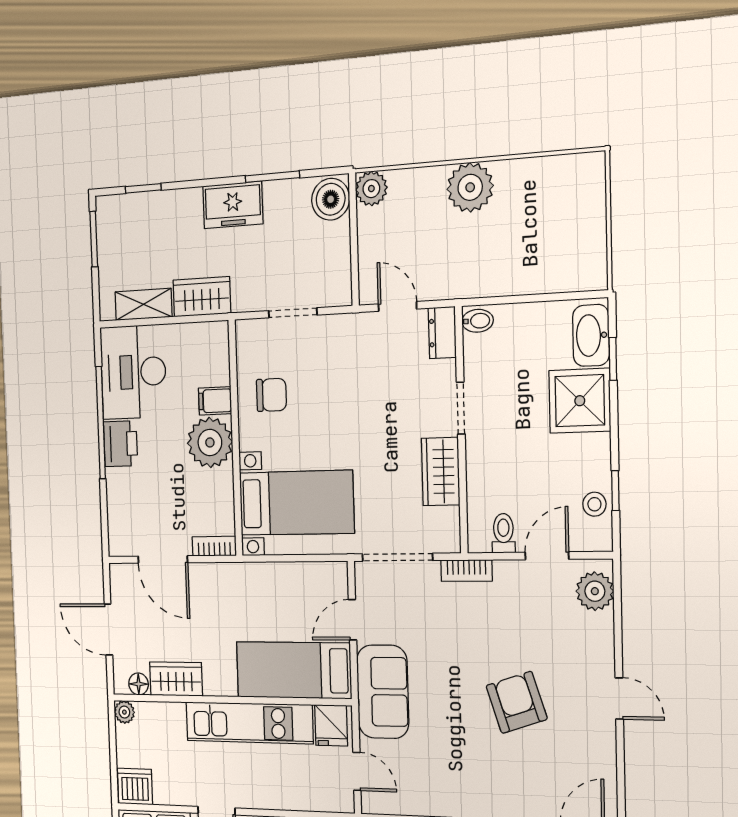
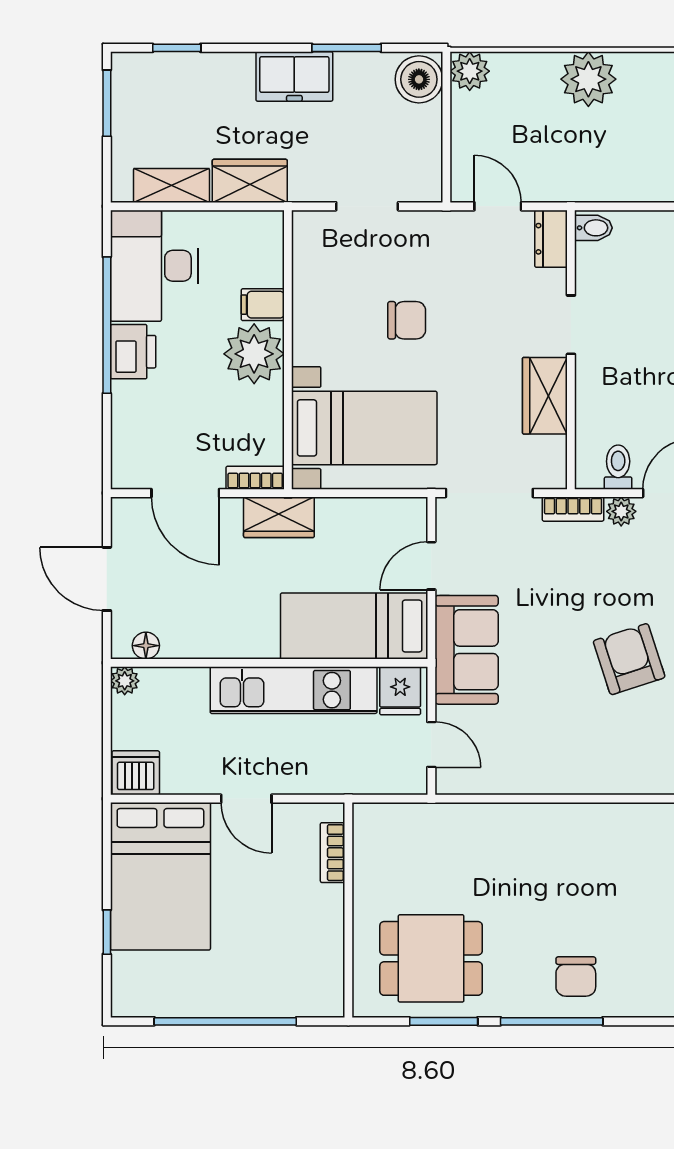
chair: (271, 395) -> (407, 320), moved
plant: (507, 572) -> (621, 511), added
wardrobe: (176, 679) -> (279, 517), moved, turned 180

